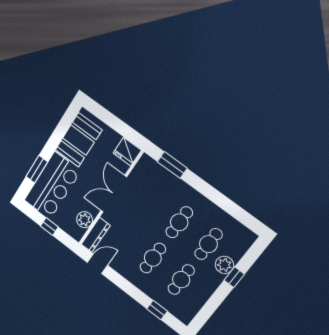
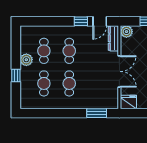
plant: (85, 220) -> (126, 32), moved
plant: (224, 265) -> (26, 60), moved
window: (157, 310) -> (81, 21), moved

